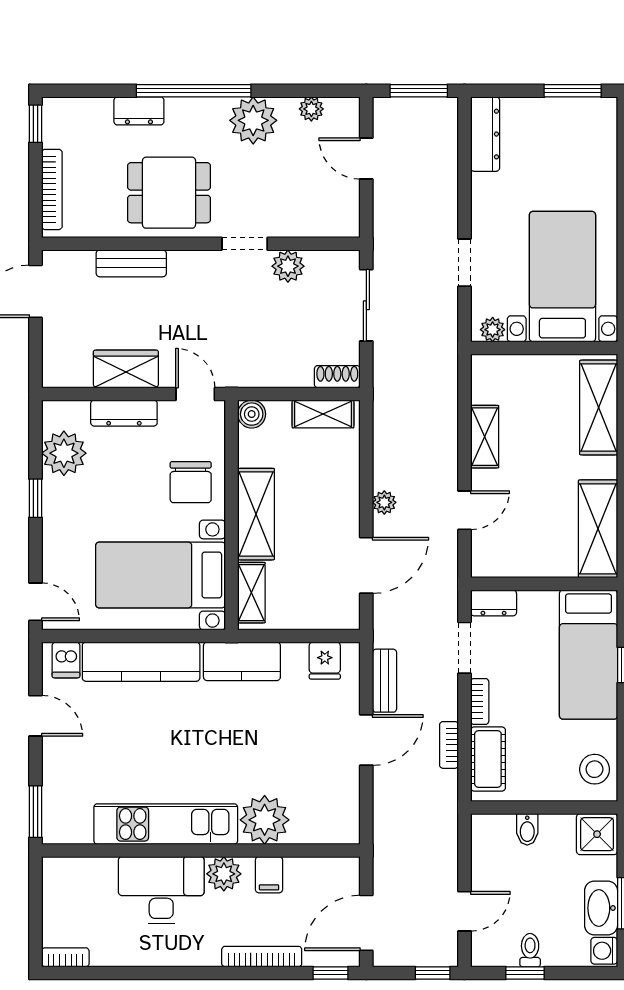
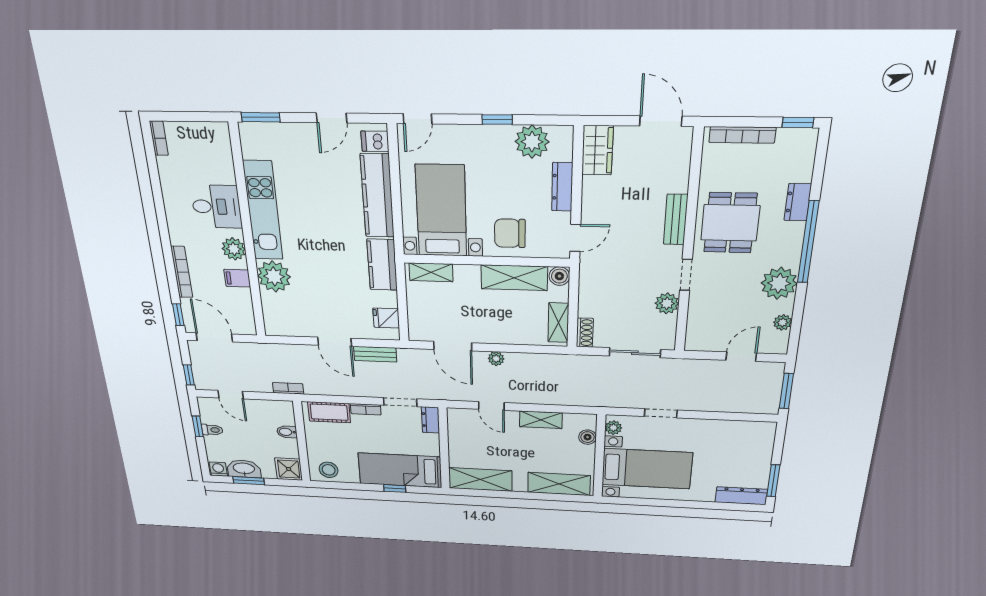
dresser: (485, 134) -> (741, 496), moved, turned 180
bench: (131, 263) -> (676, 219), moved
boiler: (511, 367) -> (588, 437), added
wardrobe: (126, 369) -> (597, 150), moved
shelving: (256, 514) -> (514, 278), moved
bookcase: (449, 745) -> (288, 388), moved
desk: (161, 890) -> (216, 207), width x0.73

